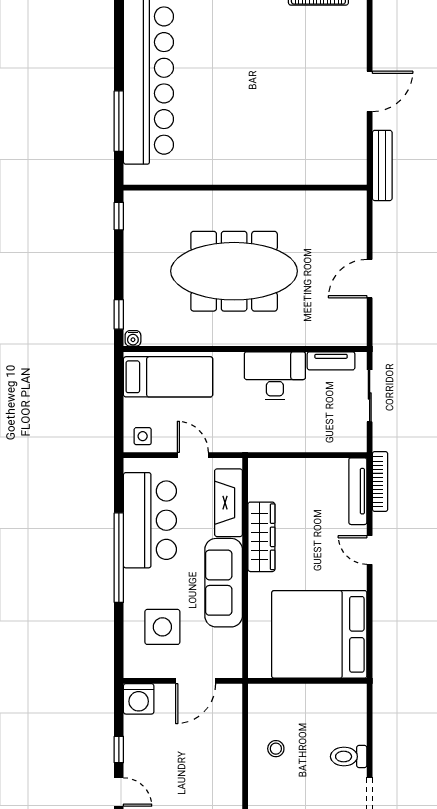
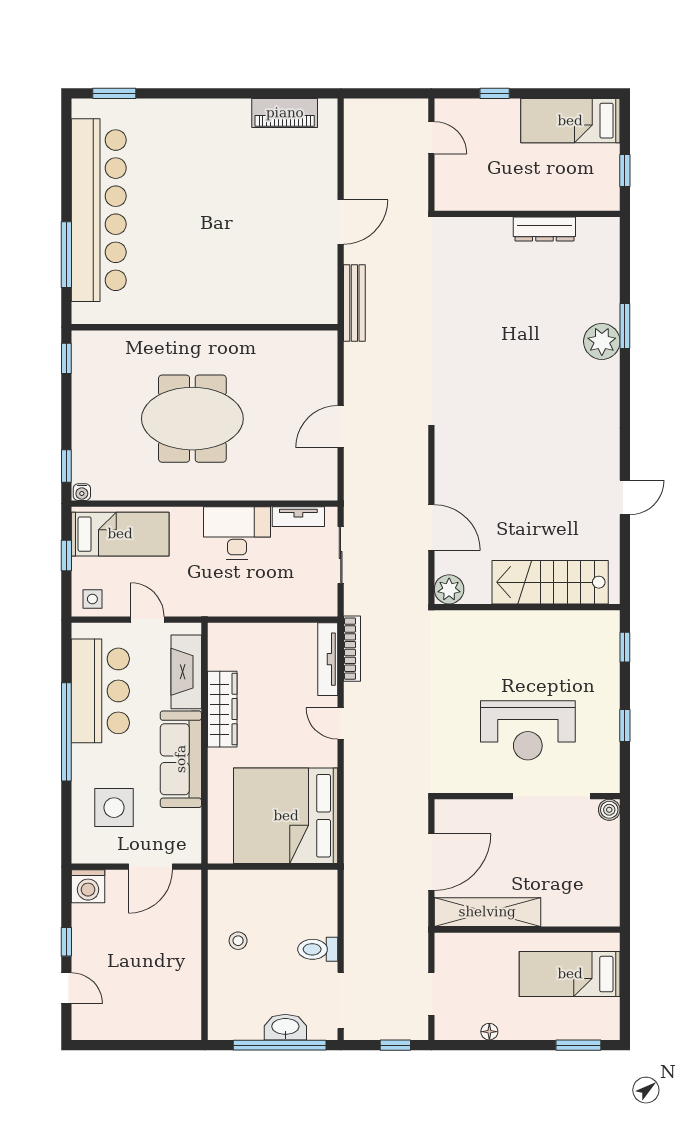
meeting table: (234, 271) -> (192, 419), width x0.73
window: (119, 396) -> (66, 555), added

